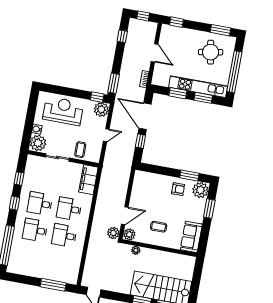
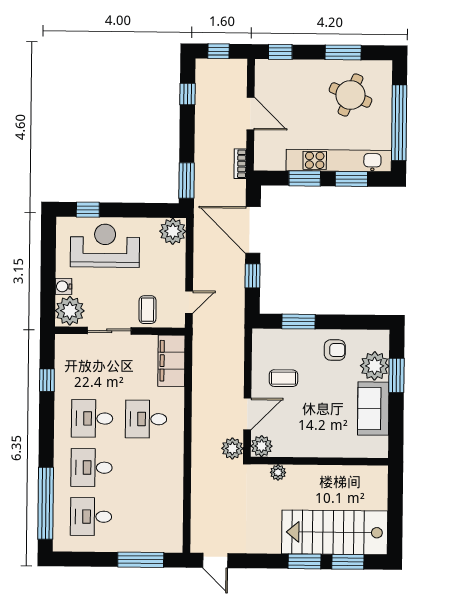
window: (221, 30) -> (343, 52), moved
round table: (211, 52) -> (350, 95), turned 32
window: (97, 97) -> (88, 210), moved
door: (106, 135) -> (189, 302), moved
window: (189, 175) -> (299, 322), moved
plant: (200, 190) -> (375, 366), moved
window: (15, 203) -> (46, 426), removed
coffee table: (159, 227) -> (283, 378), moved
desk: (64, 235) -> (91, 517), moved
sofa: (191, 237) -> (373, 409), moved

